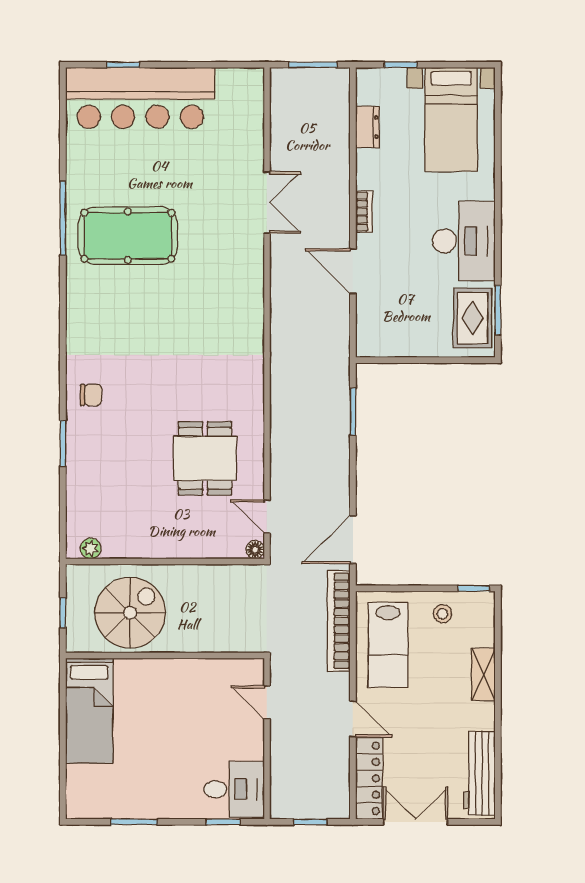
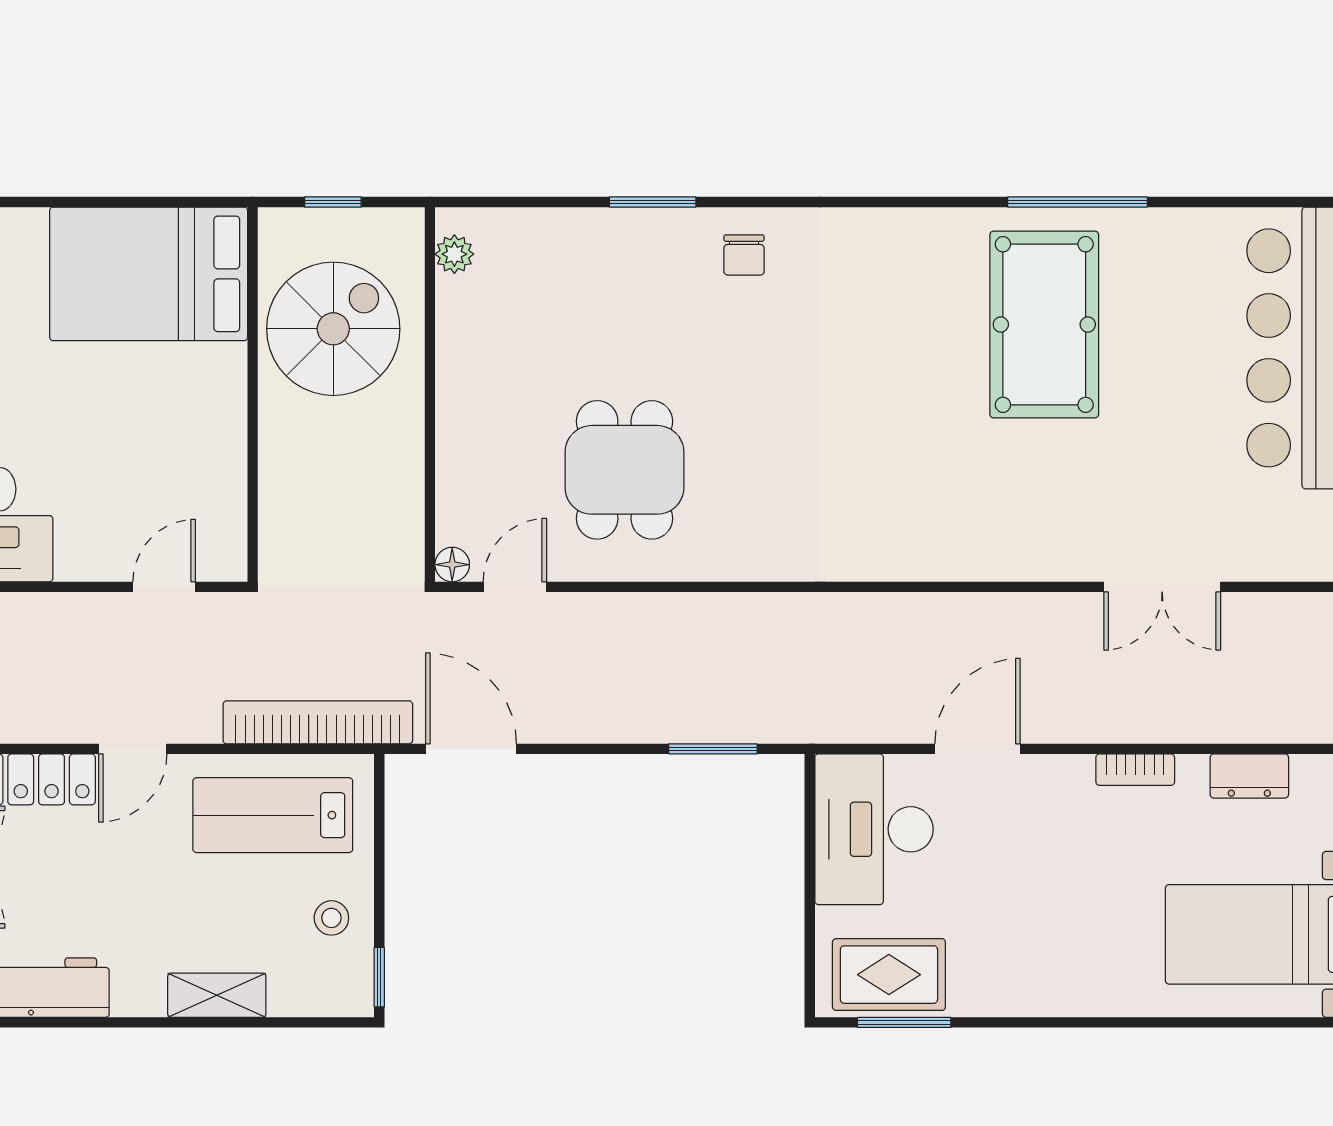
double door: (267, 202) -> (1162, 587), moved
bookcase: (364, 212) -> (1135, 770), moved
desk: (464, 241) -> (874, 829), moved, turned 90
dining table: (205, 458) -> (624, 470), turned 90
spiral stairs: (130, 613) -> (333, 329), turned -90
bed: (89, 711) -> (149, 274), width x1.50

